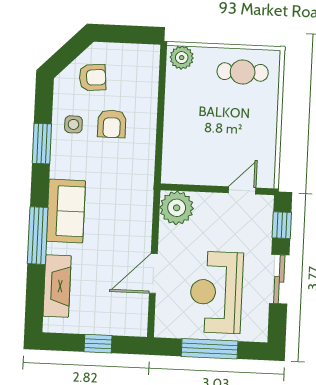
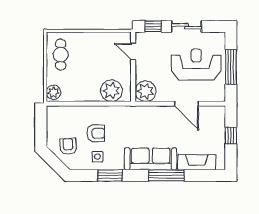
plant: (180, 152) -> (111, 91), added
sofa: (66, 211) -> (151, 159), width x1.36
reception desk: (216, 292) -> (196, 65), turned 180

